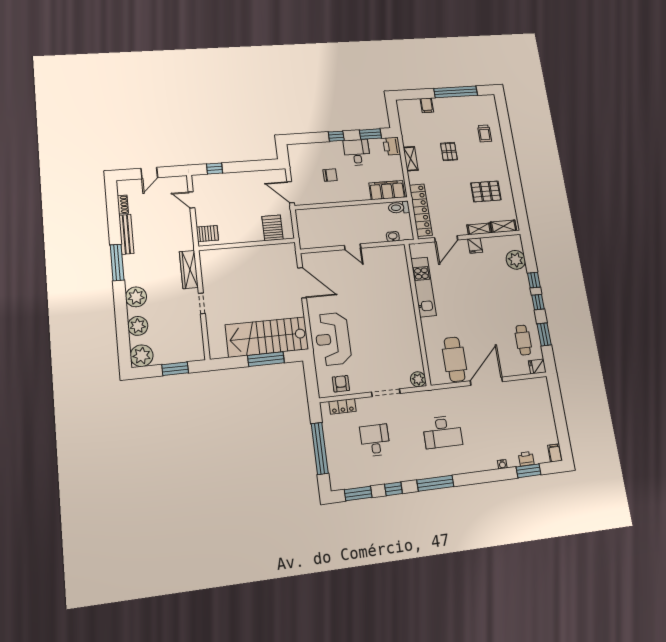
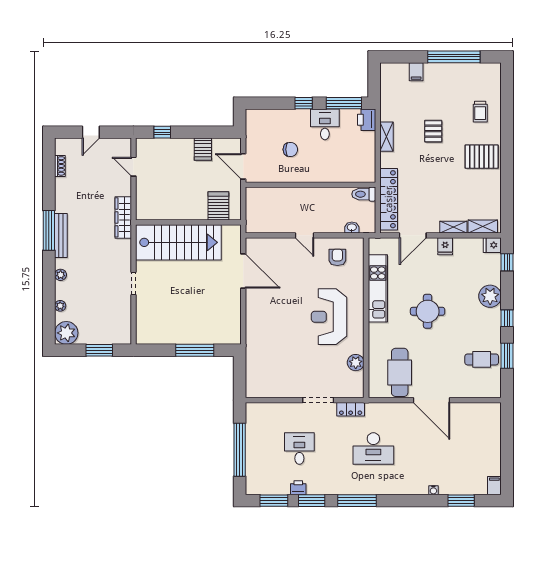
window: (370, 134) -> (344, 103), width x1.44
filing cabinet: (387, 190) -> (353, 172), removed
pallet: (486, 191) -> (482, 157), moved
bench: (126, 234) -> (61, 235), moved
server rack: (207, 234) -> (203, 149), moved, turned 90
plant: (516, 260) -> (490, 296), moved
wardrobe: (189, 270) -> (123, 217), moved
window: (534, 280) -> (507, 262), moved
plant: (136, 297) -> (61, 275), width x0.53, depth x0.53
round table: (470, 303) -> (428, 311), added
plant: (138, 326) -> (60, 306), width x0.53, depth x0.53
stairs: (267, 337) -> (178, 242), moved, turned 180
reception desk: (333, 339) -> (329, 317), moved
cafe table: (523, 340) -> (482, 359), turned 90
fridge: (537, 367) -> (492, 245), moved
plant: (418, 379) -> (356, 363), moved
door: (486, 381) -> (431, 400), swing flipped
armchair: (341, 384) -> (337, 257), moved
locker: (342, 406) -> (351, 409), moved
printer: (526, 459) -> (298, 488), moved
window: (393, 489) -> (312, 501), width x1.50

